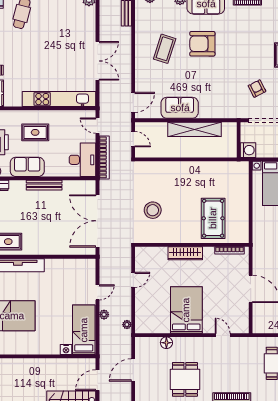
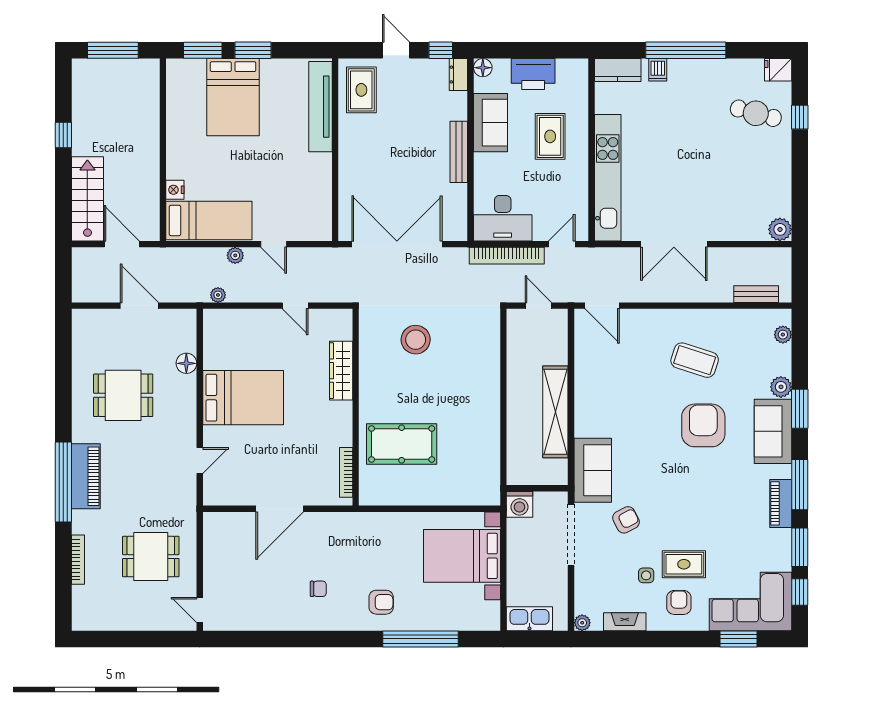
sofa: (180, 108) -> (593, 470), moved
door: (133, 139) -> (538, 306), swing flipped
wardrobe: (185, 253) -> (341, 371), moved

